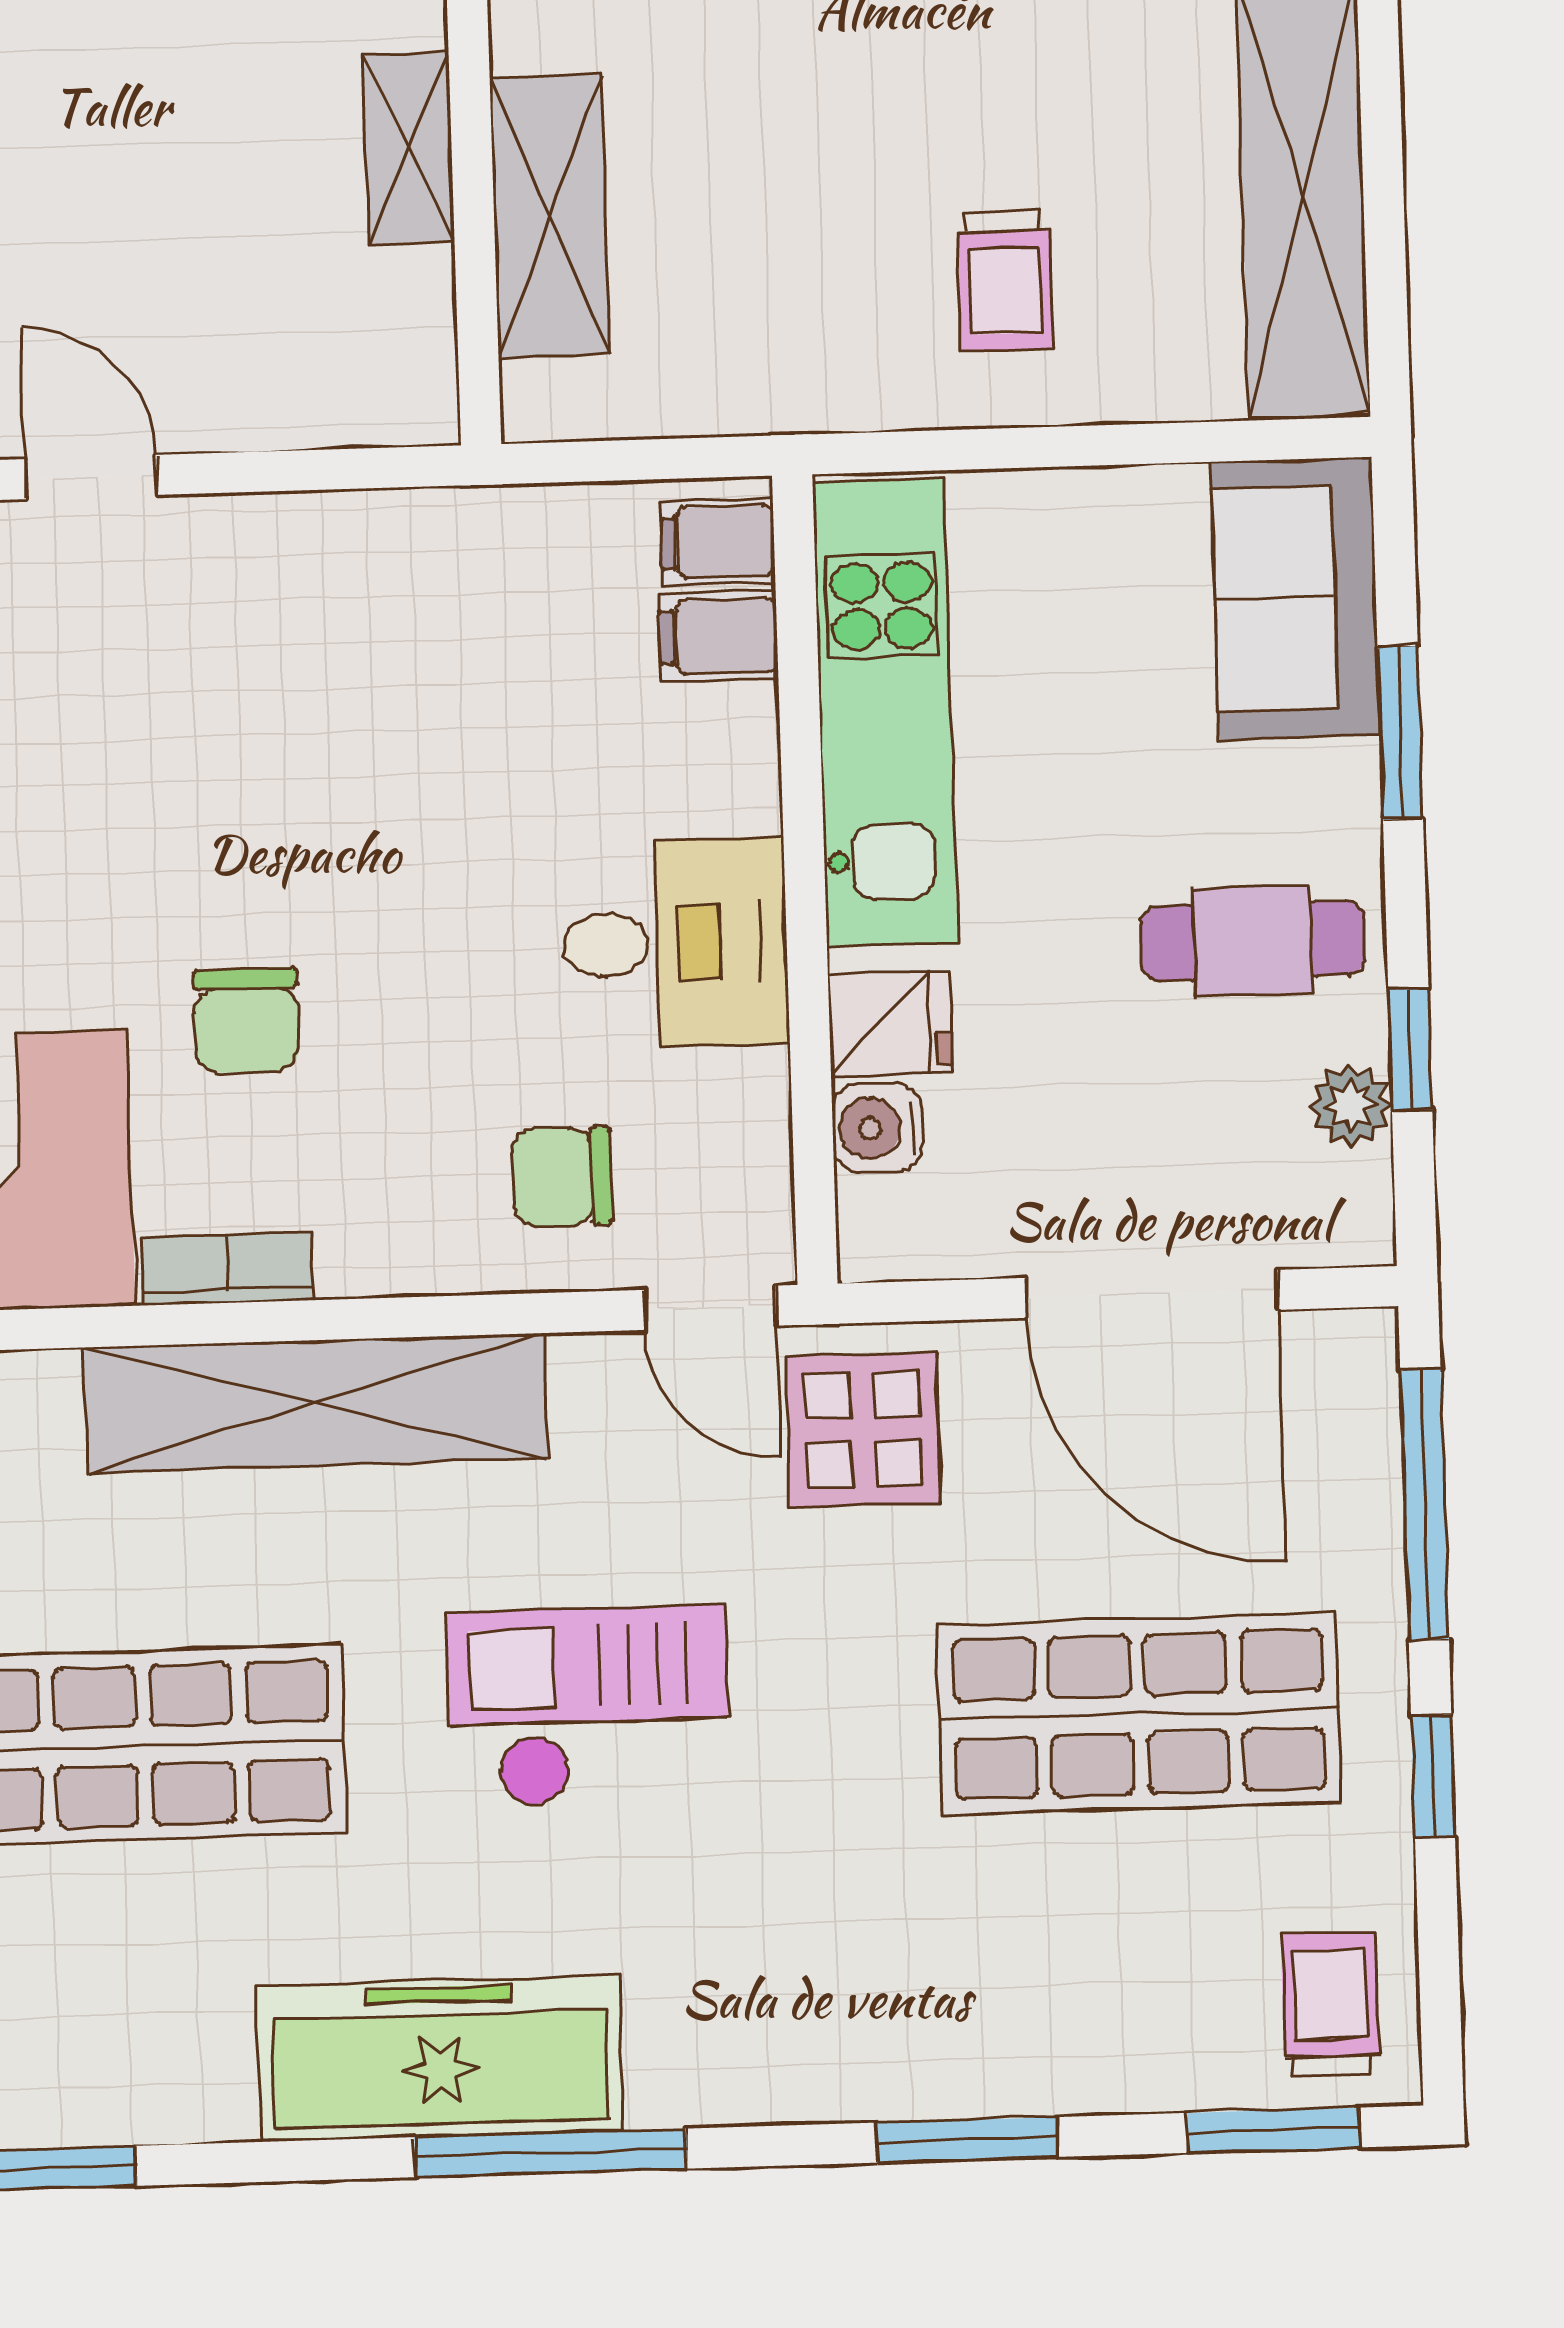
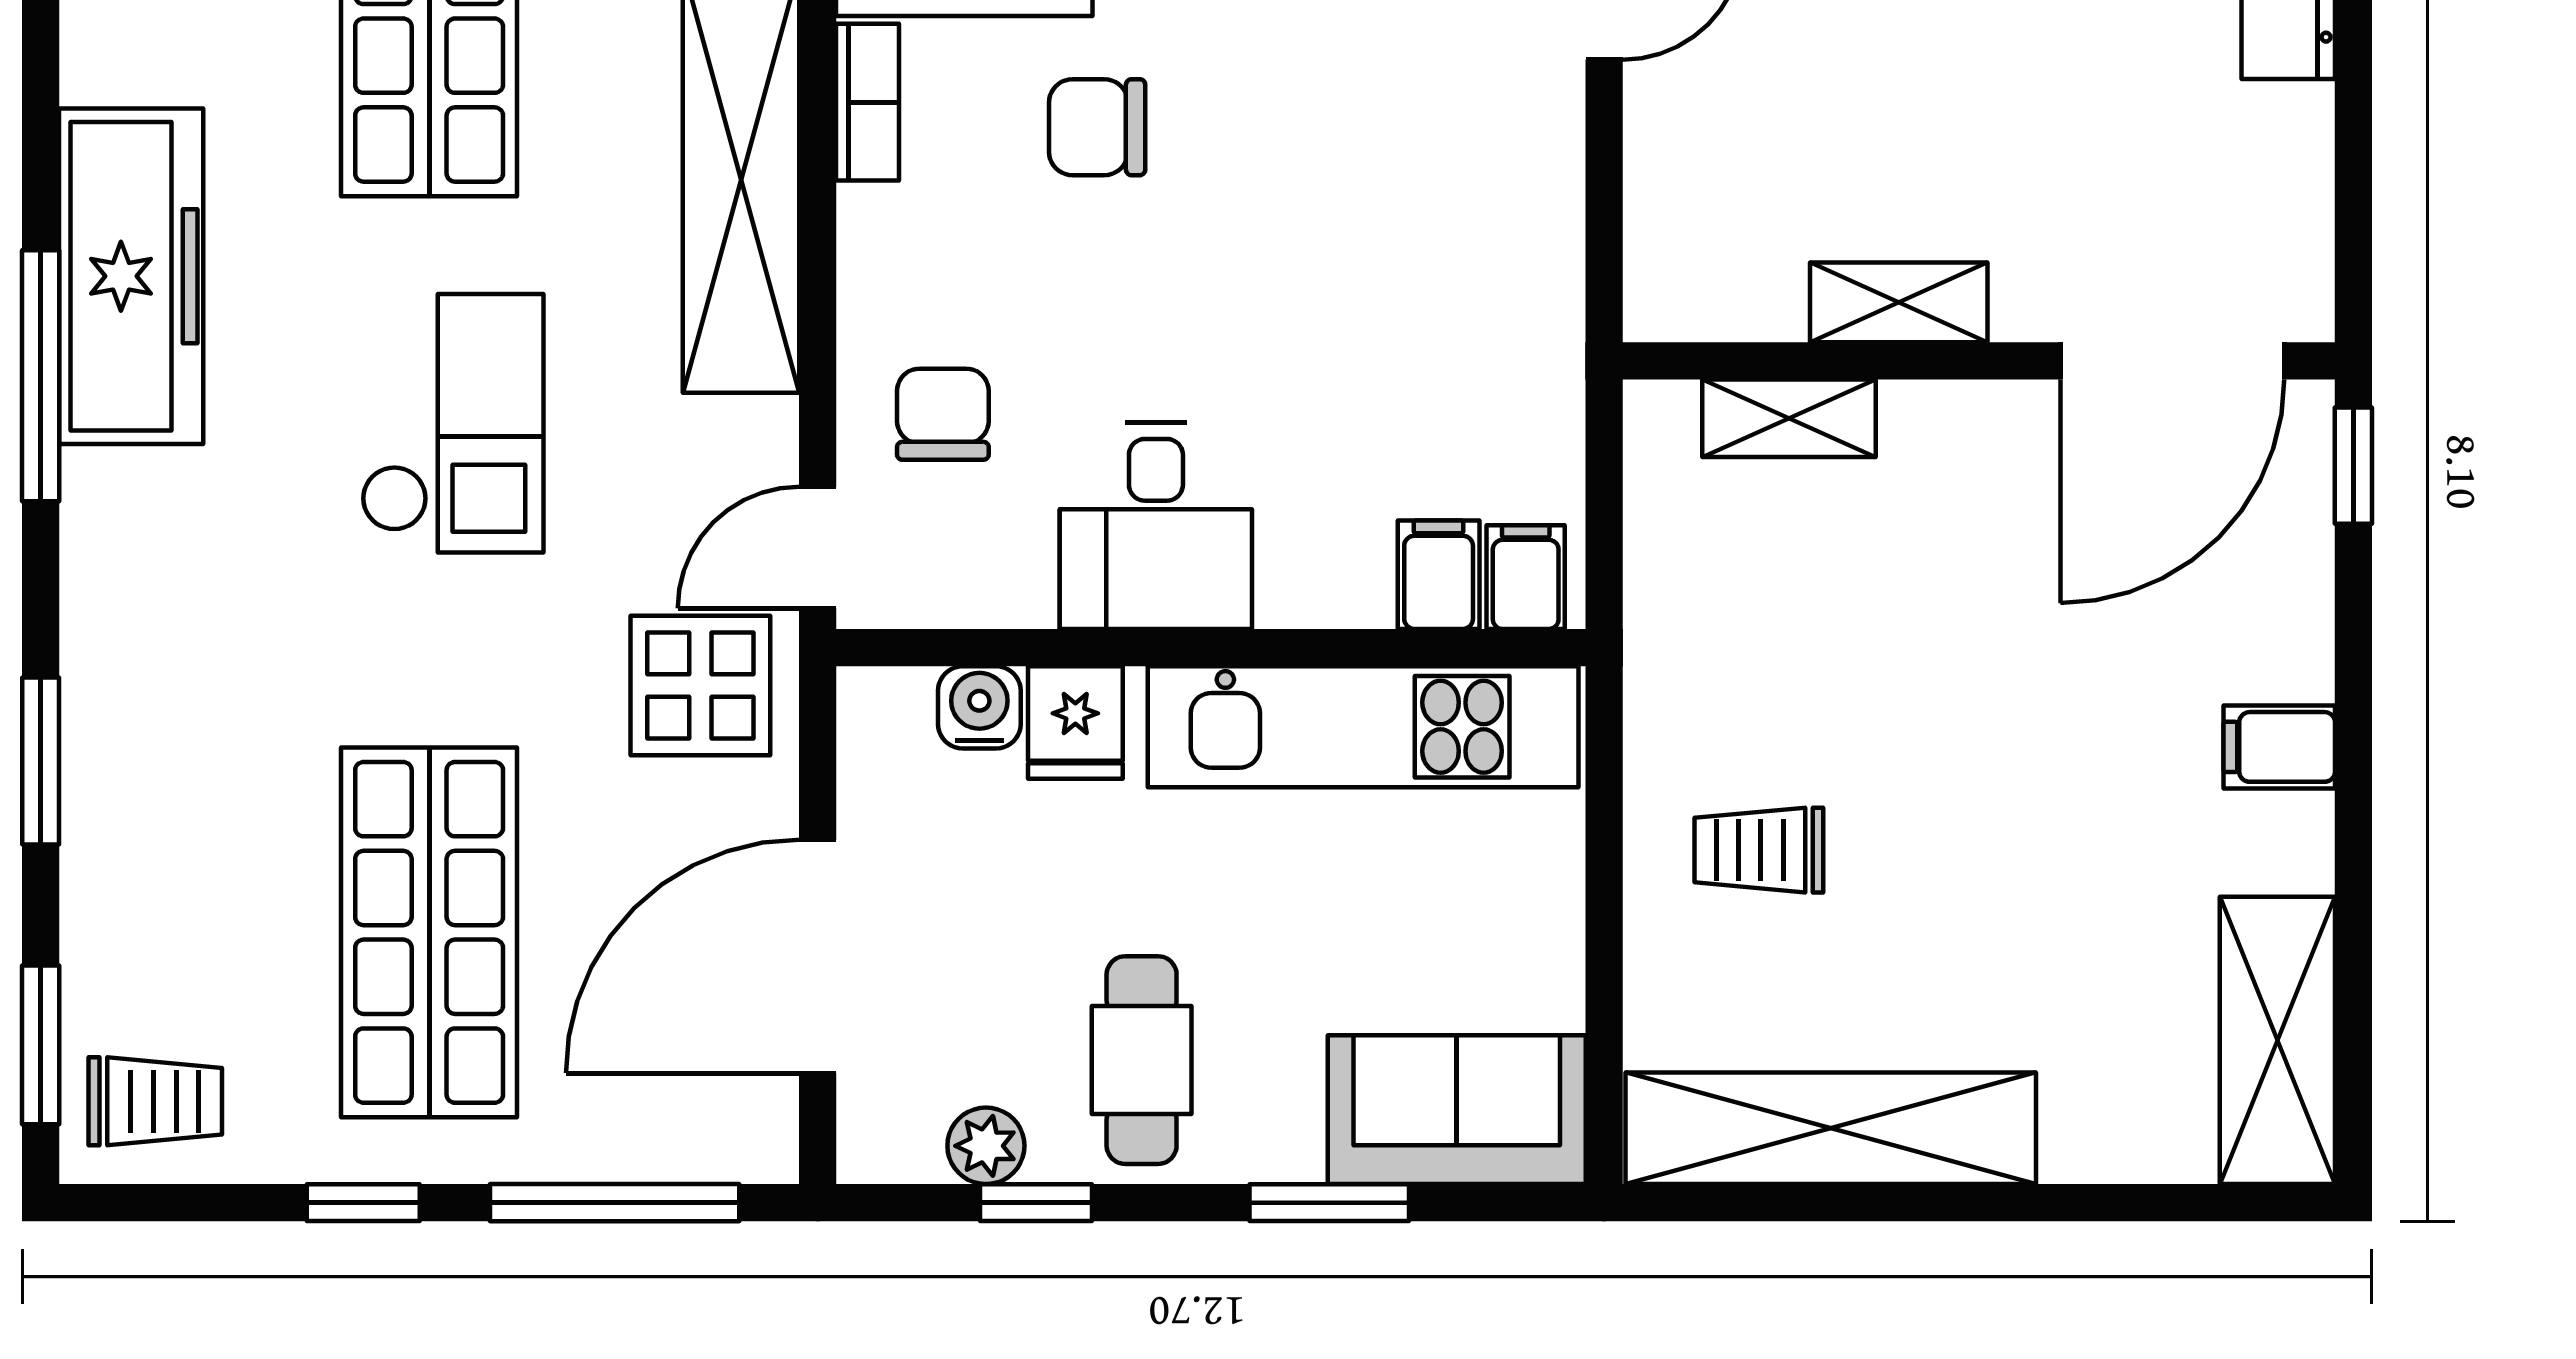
shelving: (550, 216) -> (1789, 418), width x0.67, depth x0.75

